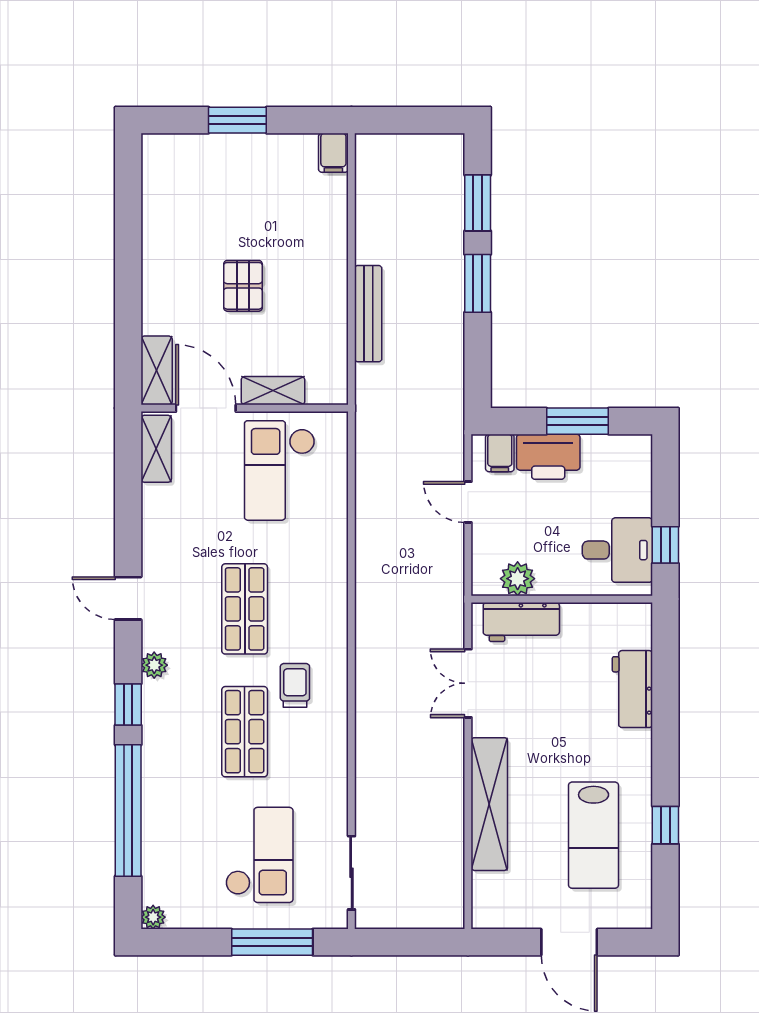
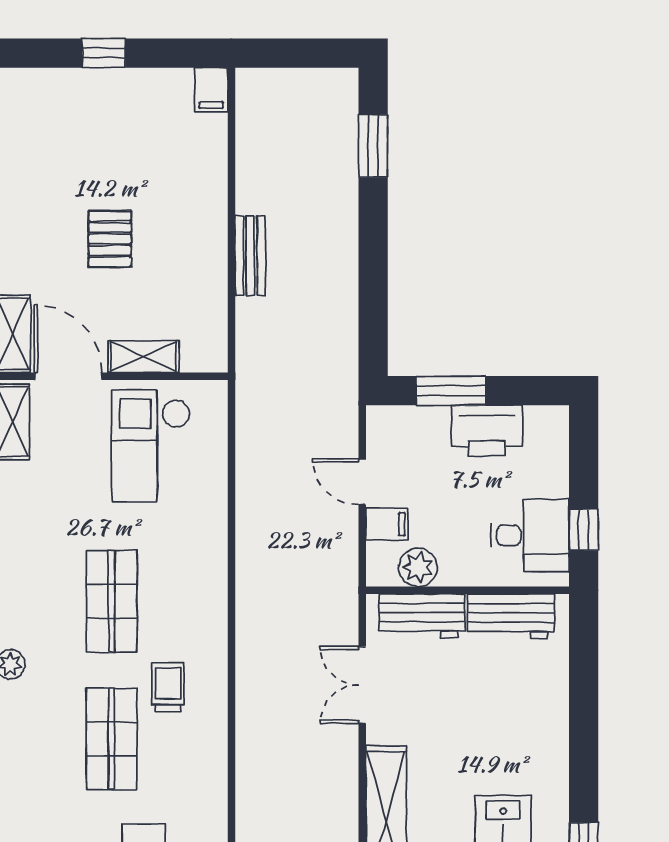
window: (237, 120) -> (104, 53), width x0.67
window: (478, 283) -> (373, 236), removed
bench: (368, 314) -> (250, 256), width x0.73
window: (578, 421) -> (451, 391), moved
filing cabinet: (500, 453) -> (387, 524), moved, turned -90
printer: (548, 457) -> (487, 431), moved
workbench: (632, 689) -> (511, 616), moved, turned -90

